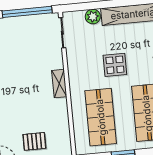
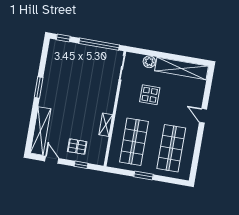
display table: (115, 65) -> (150, 95), moved
shelving: (59, 84) -> (106, 125), moved

